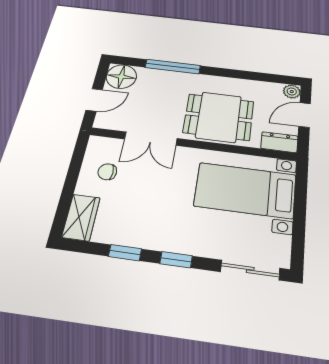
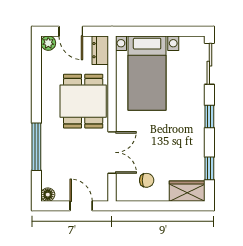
floor lamp: (121, 77) -> (48, 195), width x0.53, depth x0.53
chair: (107, 172) -> (147, 180), turned -90
window: (125, 253) -> (209, 168), moved

